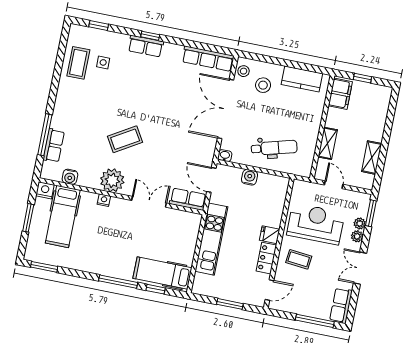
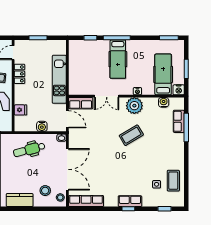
fridge: (270, 235) -> (20, 110), moved
hospital bed: (162, 273) -> (118, 59), moved, turned 90

